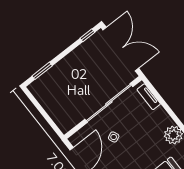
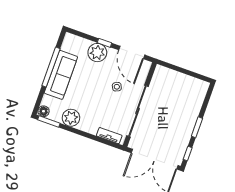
window: (42, 71) -> (197, 127), moved

